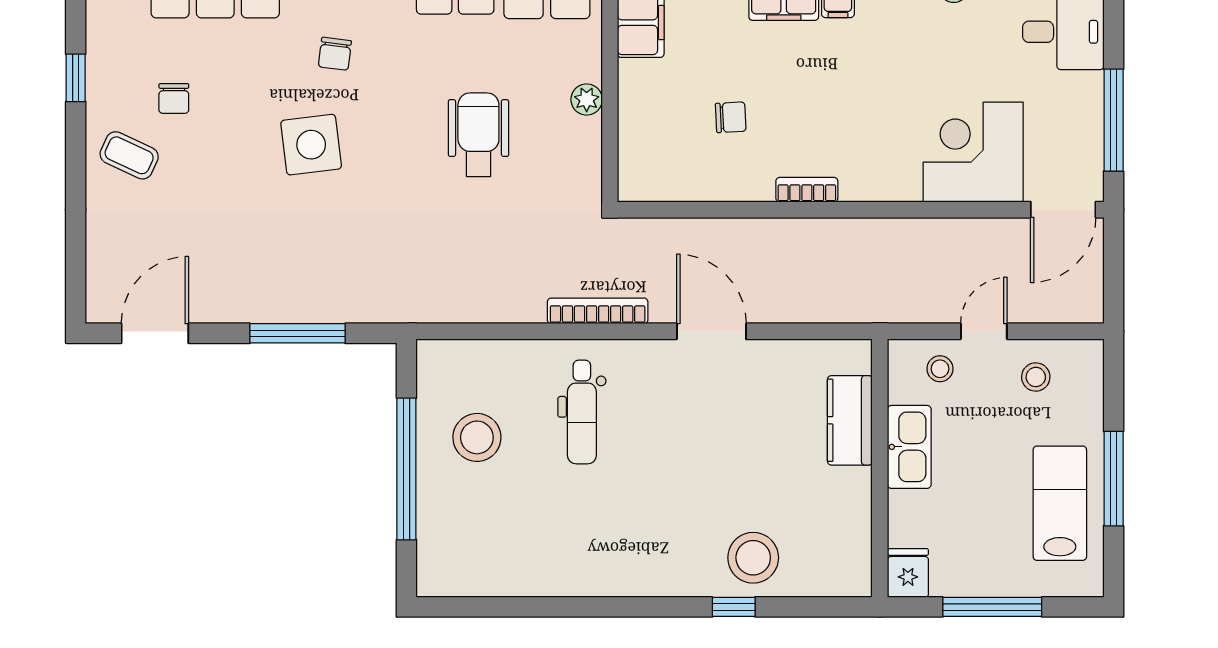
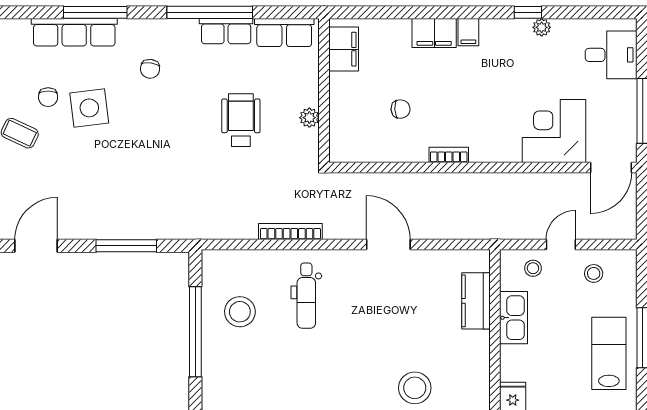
plant: (587, 99) -> (309, 118), moved
side table: (311, 145) -> (89, 108), moved
bookcase: (598, 311) -> (290, 232), moved

